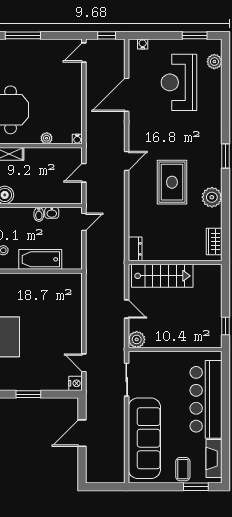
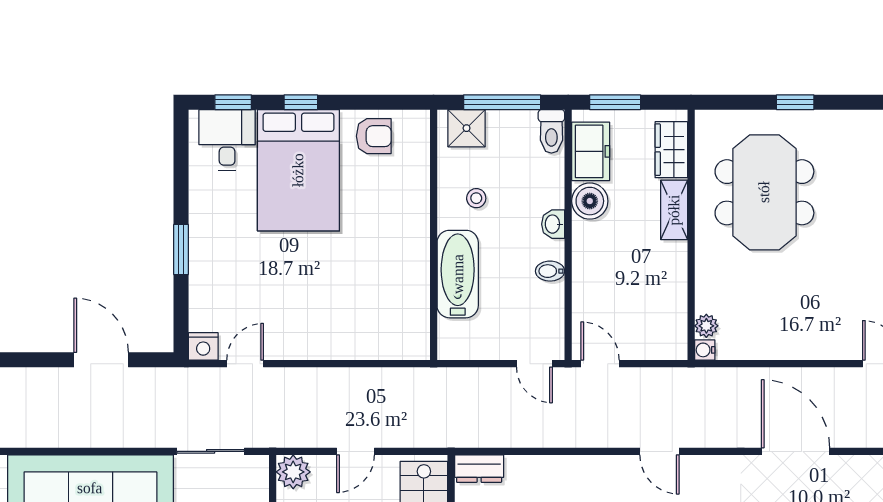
plant: (47, 138) -> (706, 326), moved
door: (84, 173) -> (600, 364), moved
washbasin: (52, 213) -> (553, 224), moved

